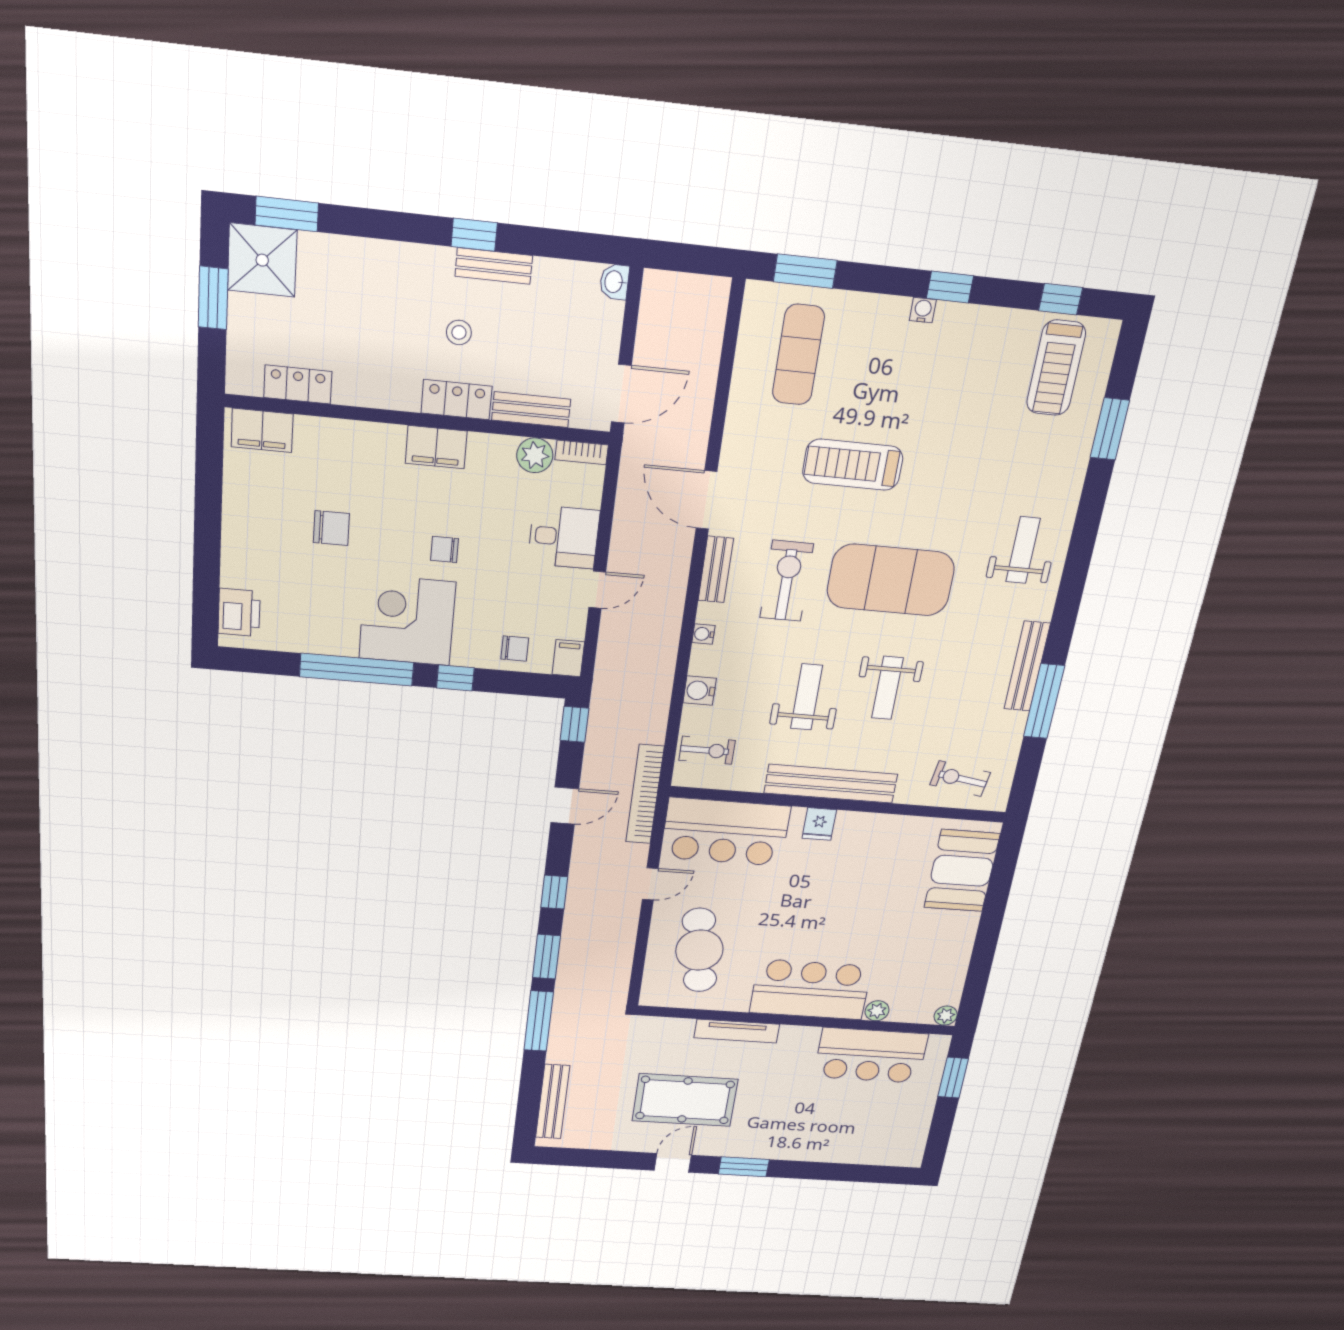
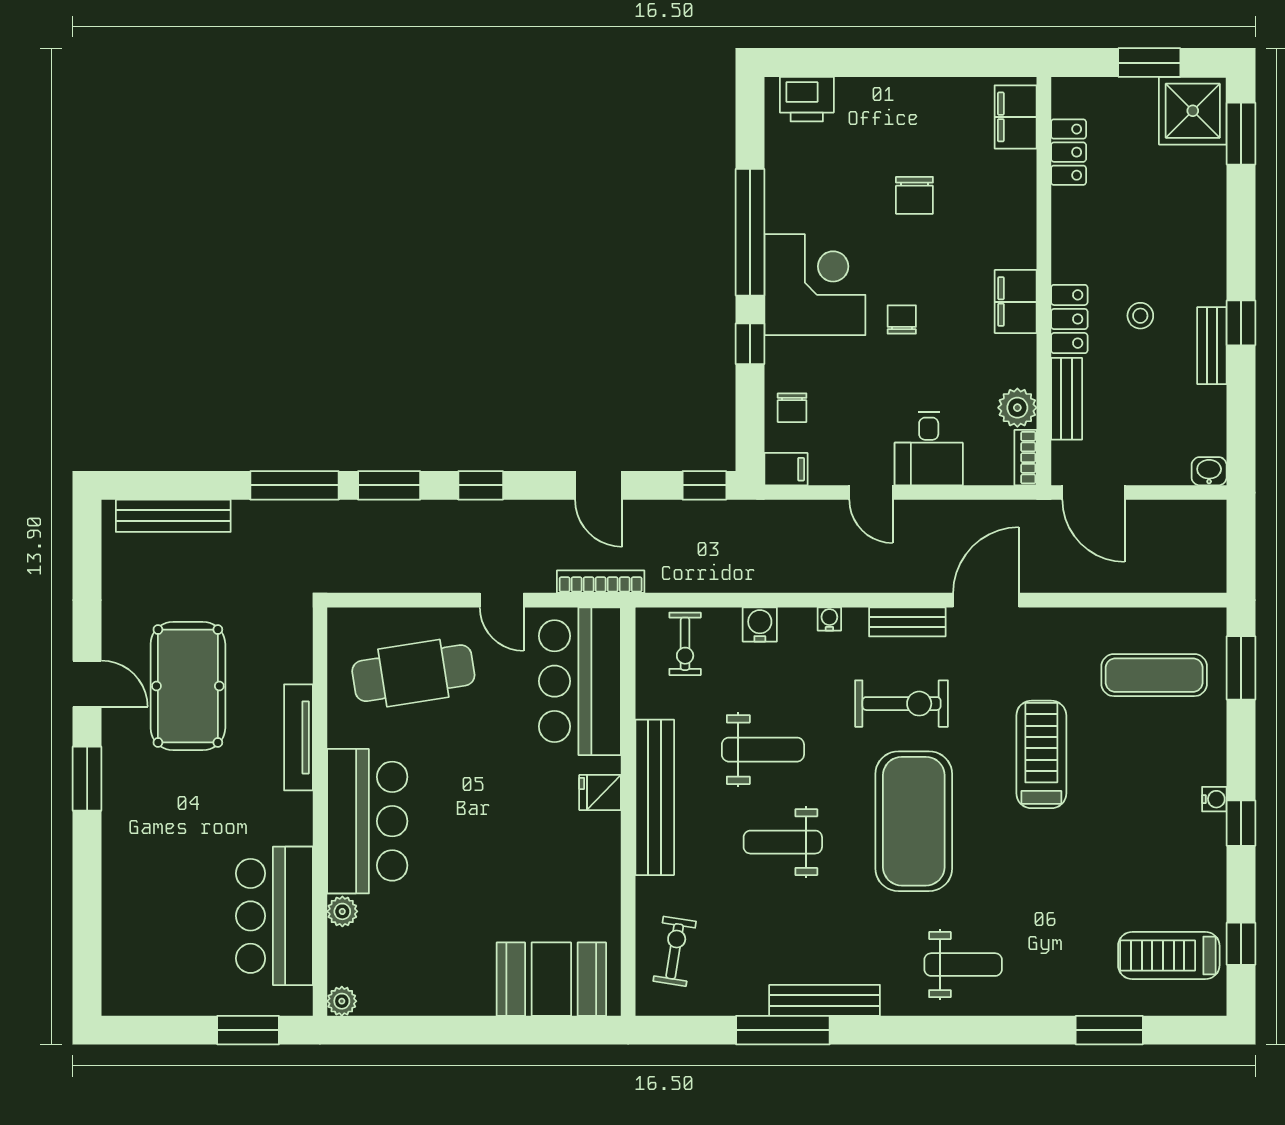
bookcase: (645, 794) -> (601, 582), width x0.68, depth x0.76

